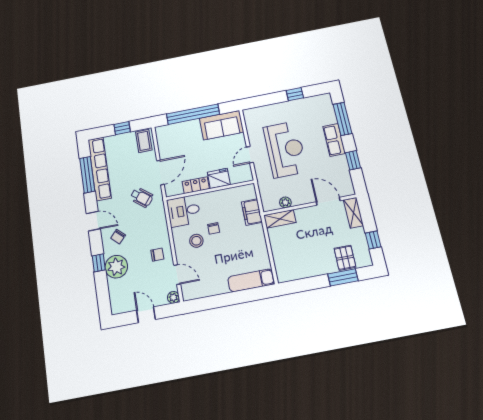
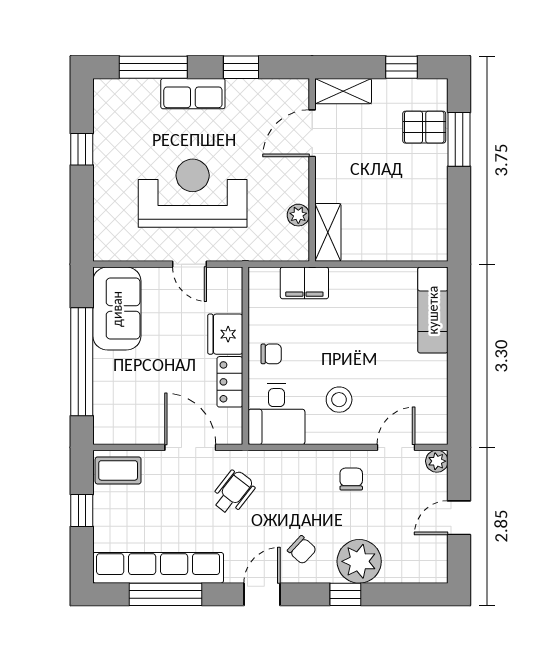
chair: (214, 228) -> (271, 354), moved

